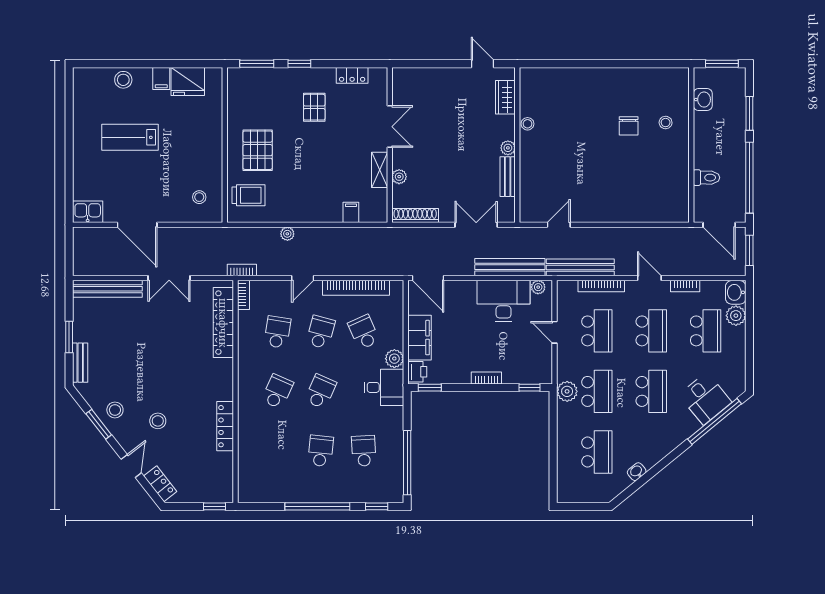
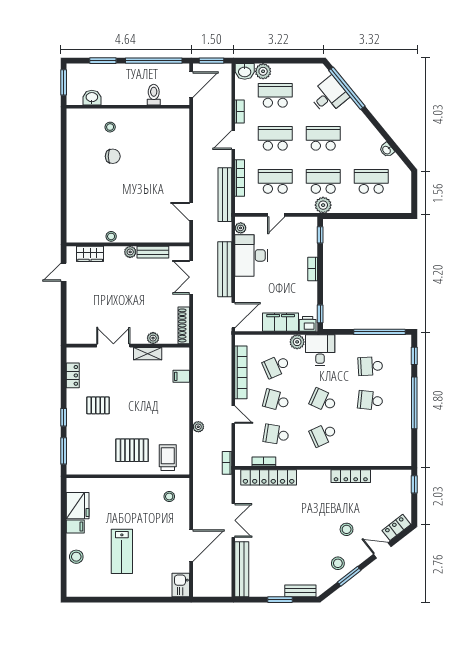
bench: (510, 267) -> (225, 269), moved
bookcase: (243, 295) -> (264, 461), moved
school desk: (277, 391) -> (323, 435), turned -48

